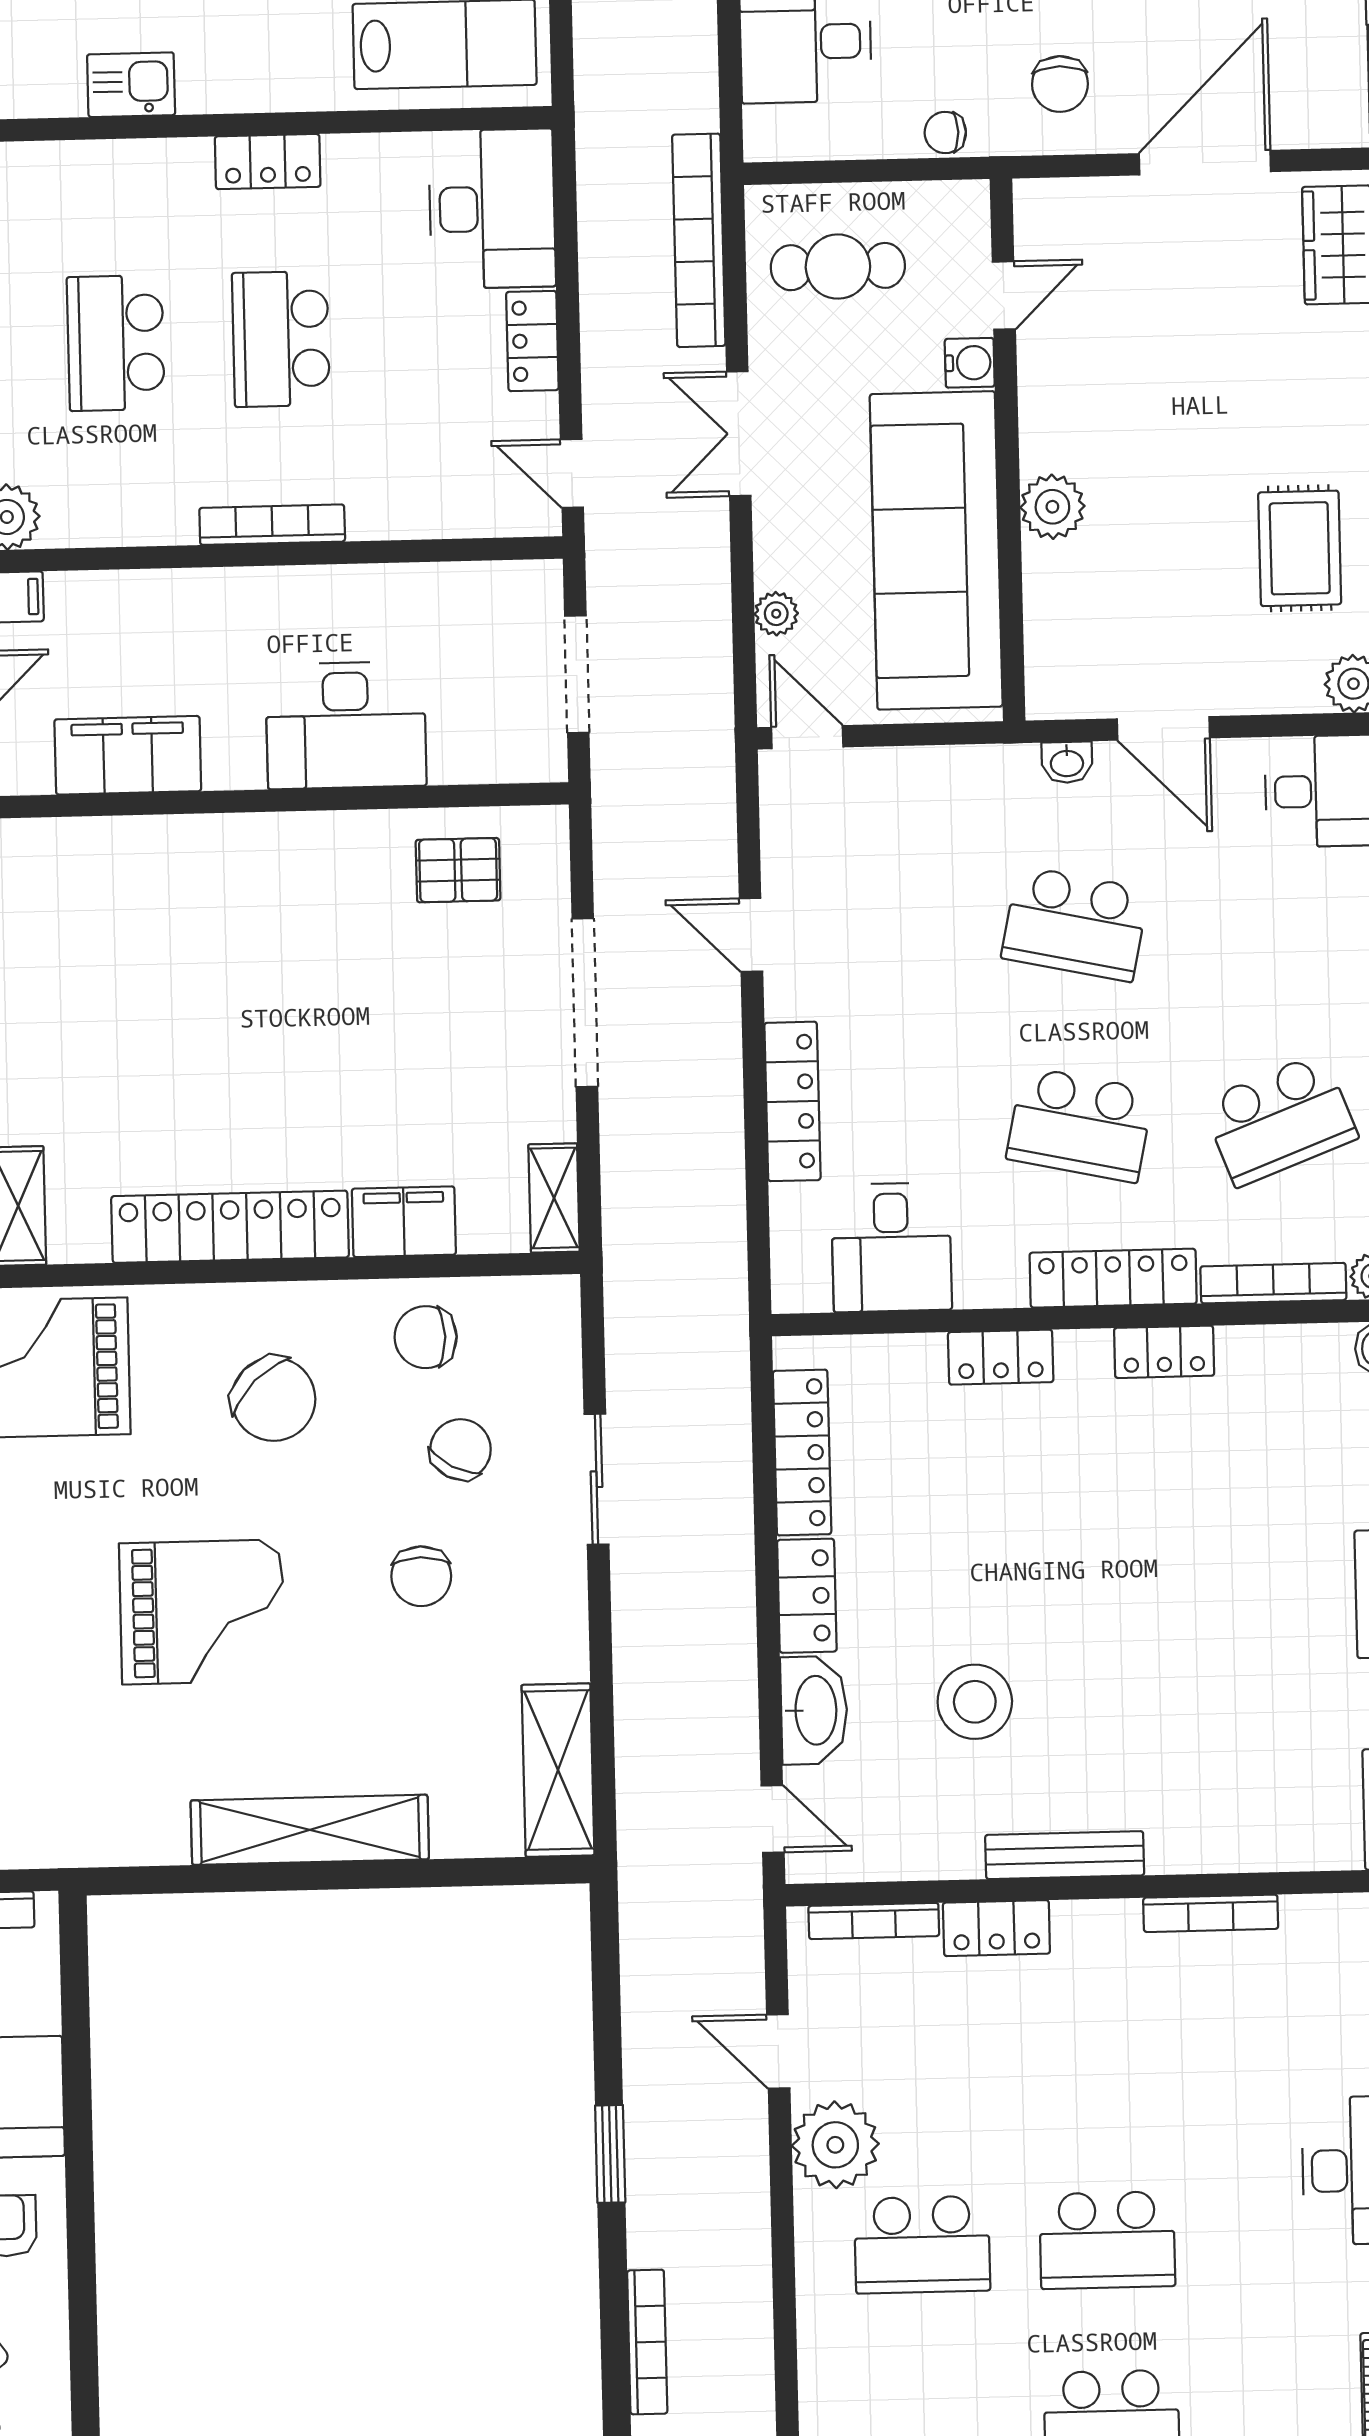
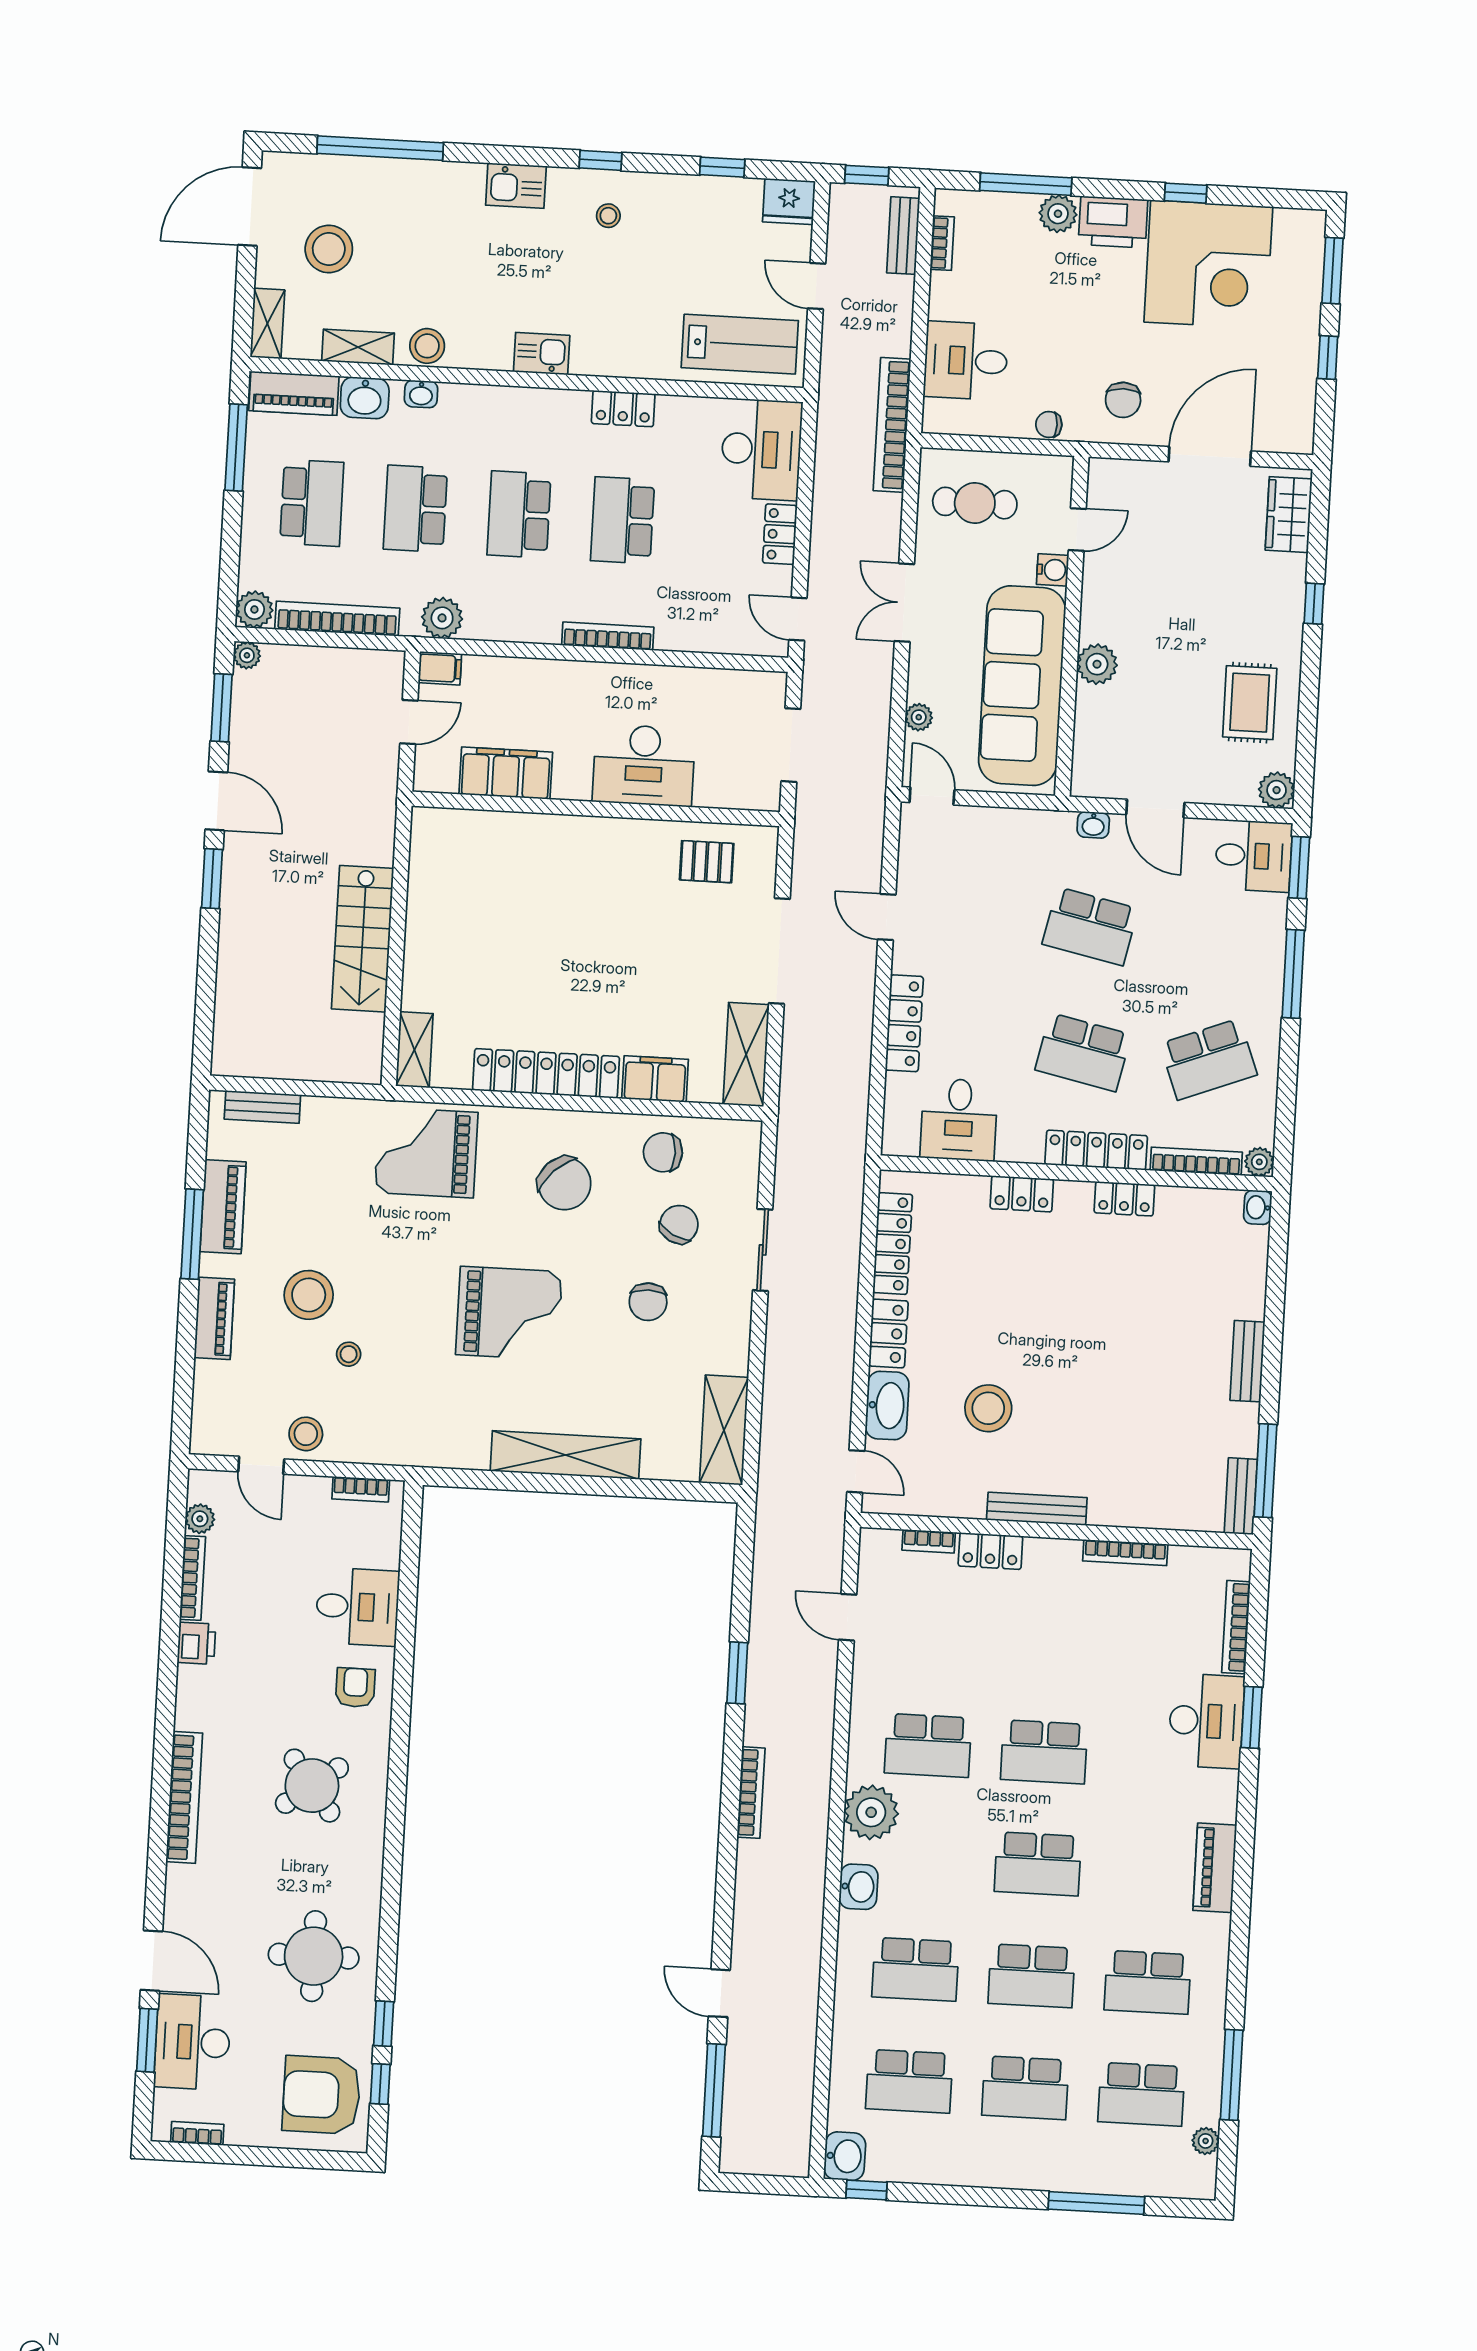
bookcase: (699, 240) -> (892, 425), moved
shelving: (554, 1198) -> (746, 1054), width x1.50, depth x1.33
bookcase: (874, 1921) -> (929, 1541), width x0.64
plant: (835, 2145) -> (871, 1812), moved

